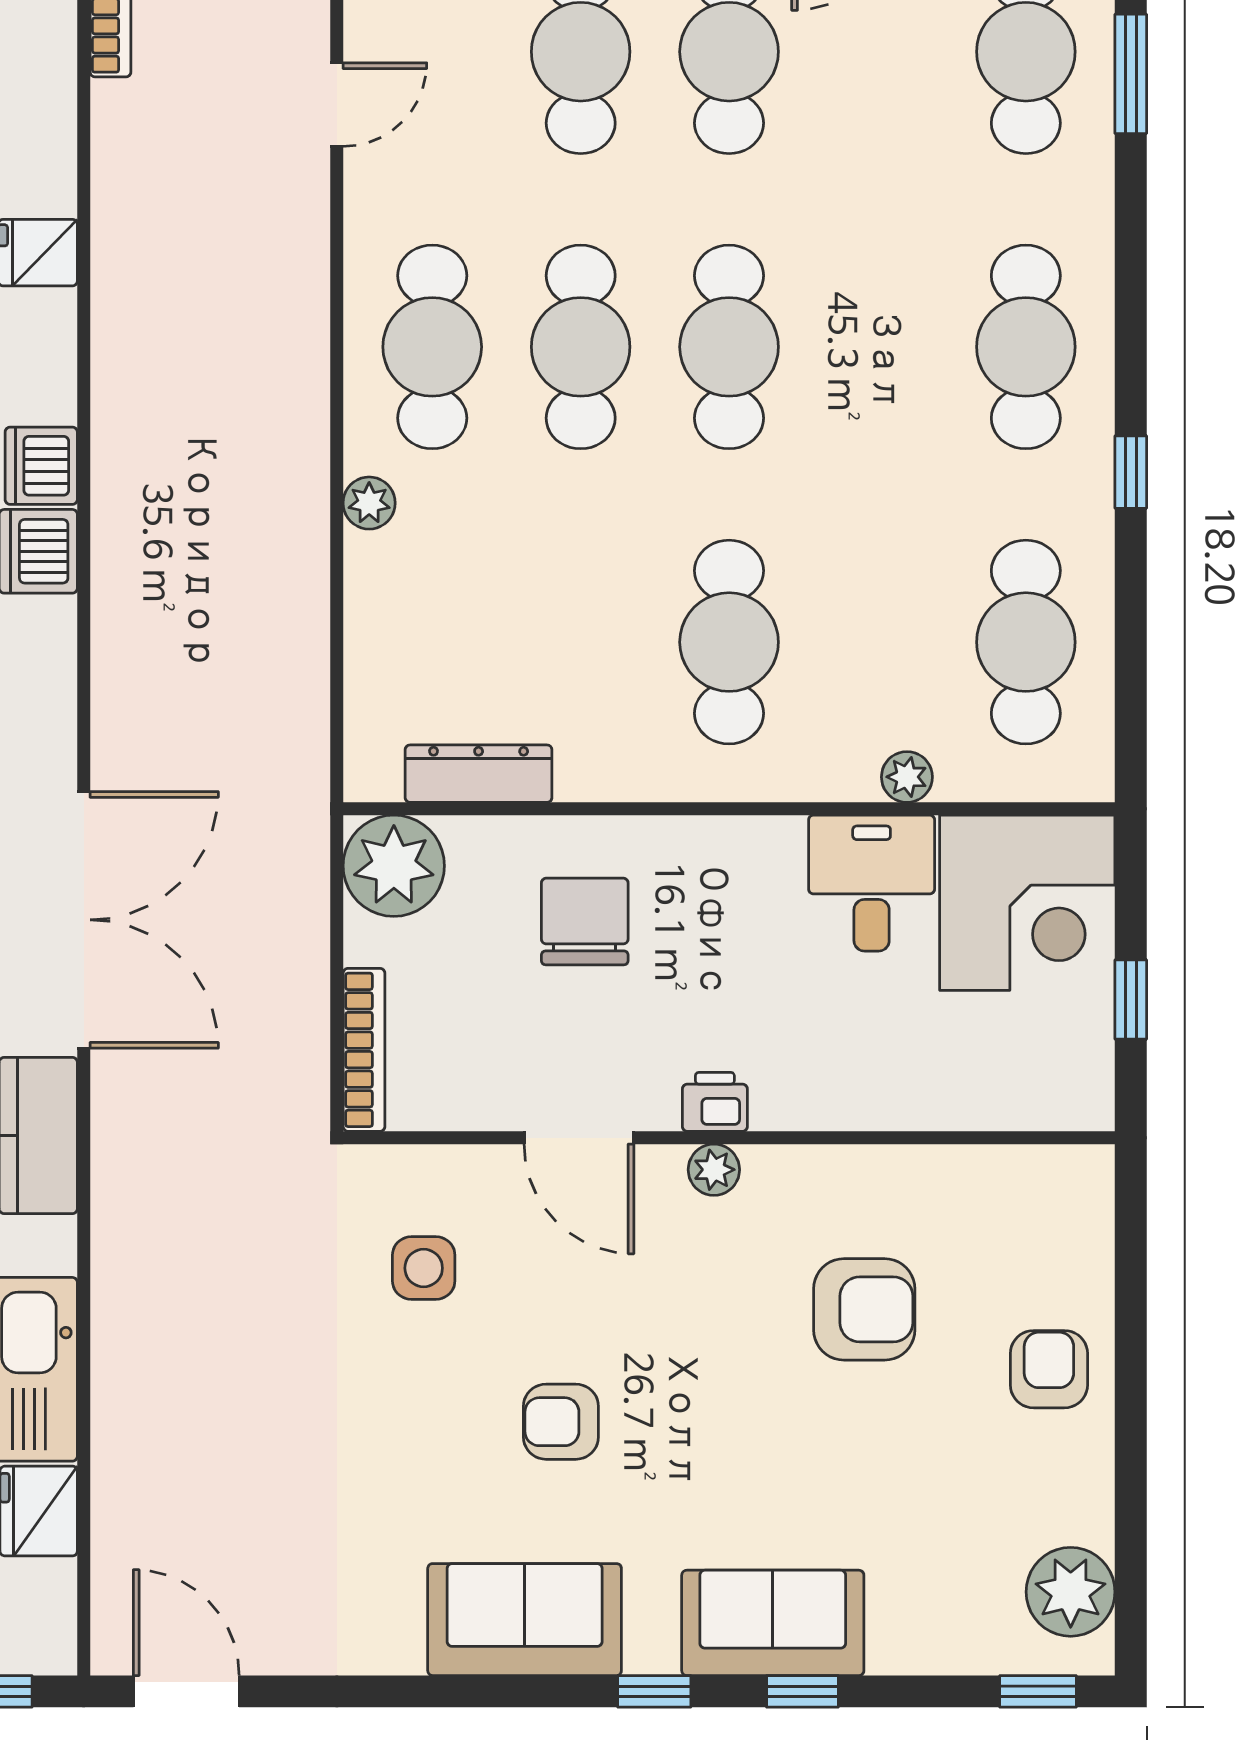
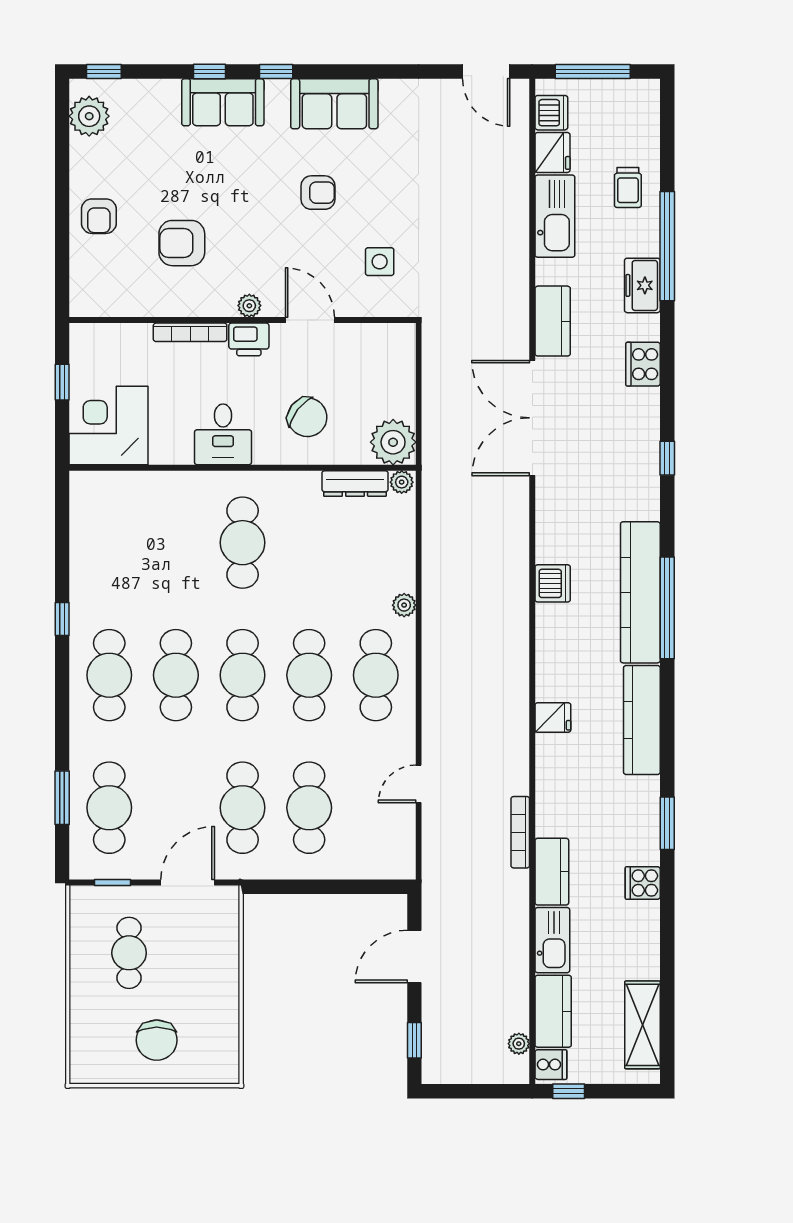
dishwasher: (41, 466) -> (551, 113), moved
cafe table: (1026, 642) -> (176, 675), moved
plant: (907, 777) -> (402, 482), moved
desk: (872, 883) -> (223, 434), moved
chair: (585, 921) -> (307, 417), turned -52
bookcase: (364, 1050) -> (190, 332), moved, turned -90
printer: (715, 1102) -> (249, 339), width x1.36, depth x1.24

